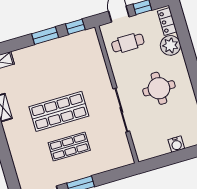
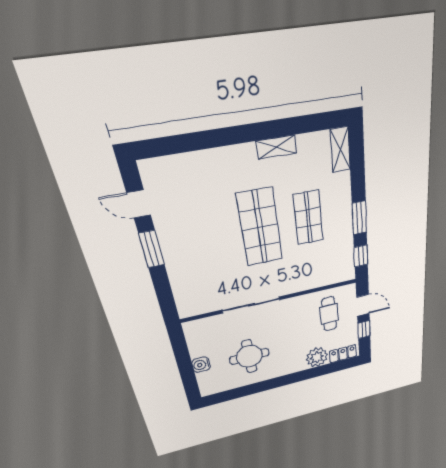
round table: (159, 88) -> (249, 356), moved
shop shelf: (69, 147) -> (308, 218), moved

